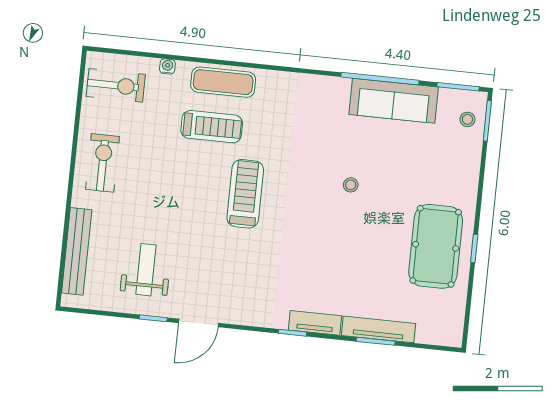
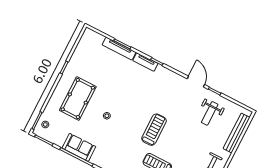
sofa: (394, 101) -> (79, 147), width x0.73
treadmill: (245, 194) -> (154, 130), turned 180
pool table: (436, 246) -> (78, 98), moved
door: (198, 323) -> (196, 82), hinge flipped

